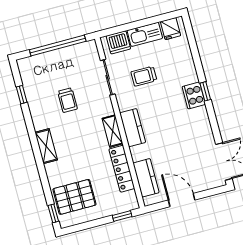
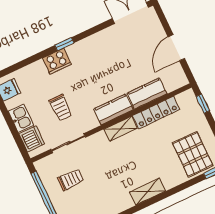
kitchen sink: (145, 34) -> (21, 118), width x0.73
cooker: (194, 96) -> (57, 61), moved
trolley: (68, 100) -> (71, 180), moved
kitchen counter: (146, 178) -> (147, 93), moved

